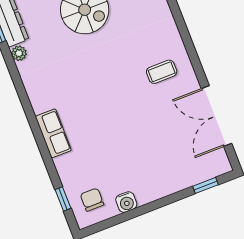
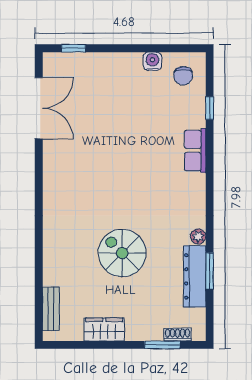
coffee table: (162, 72) -> (73, 169), removed
window: (63, 199) -> (210, 108), moved

